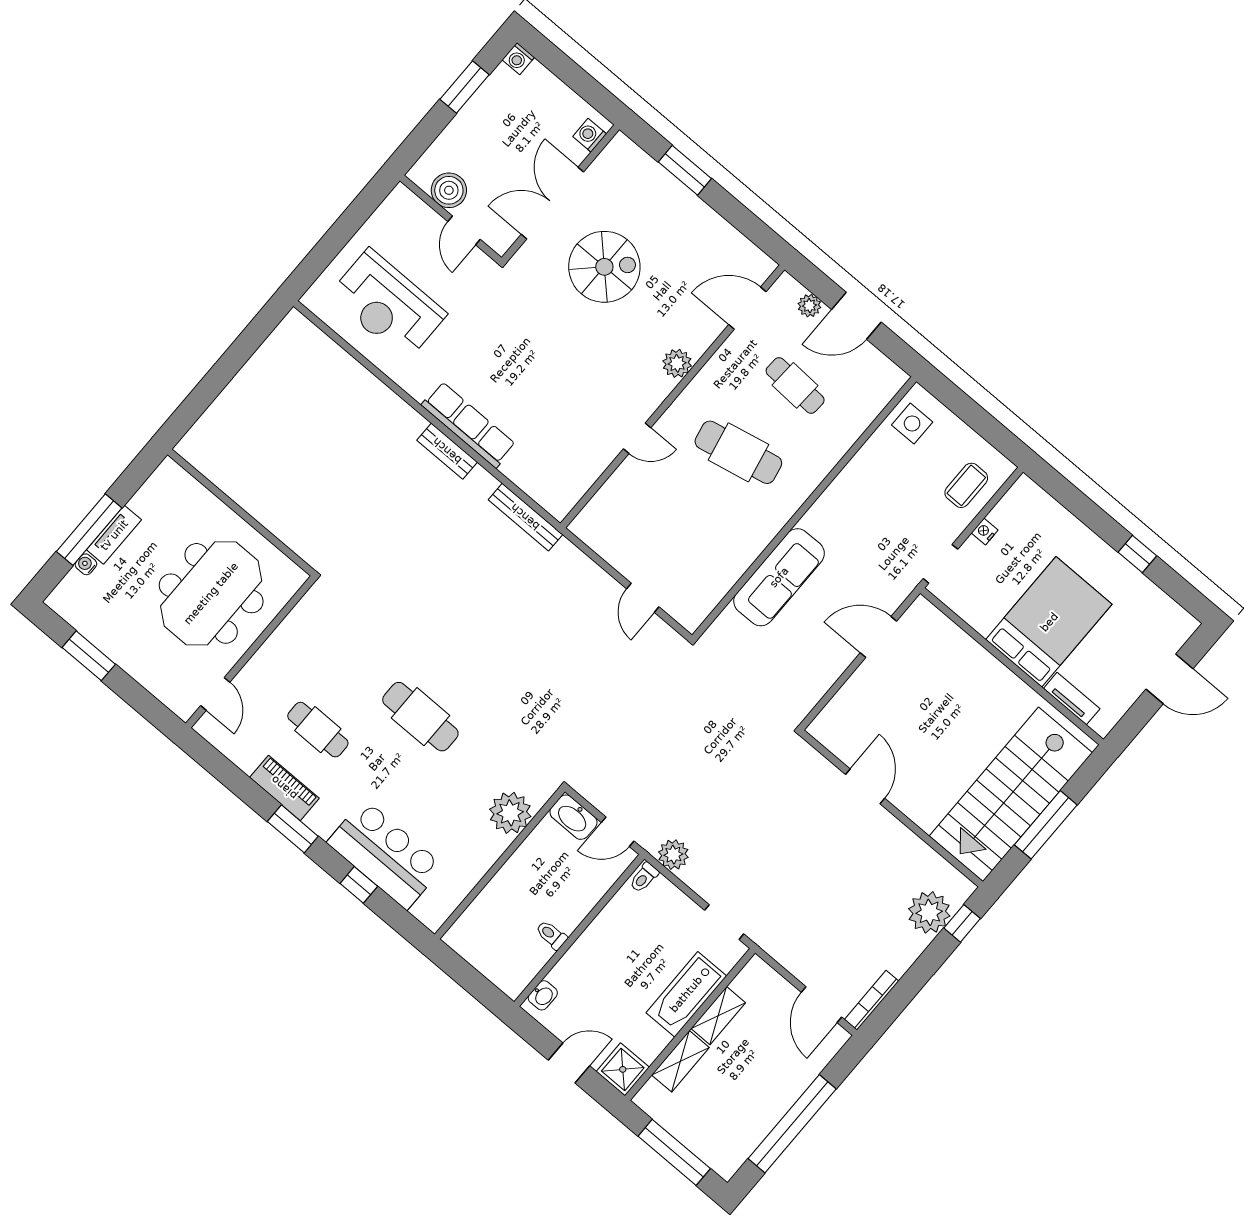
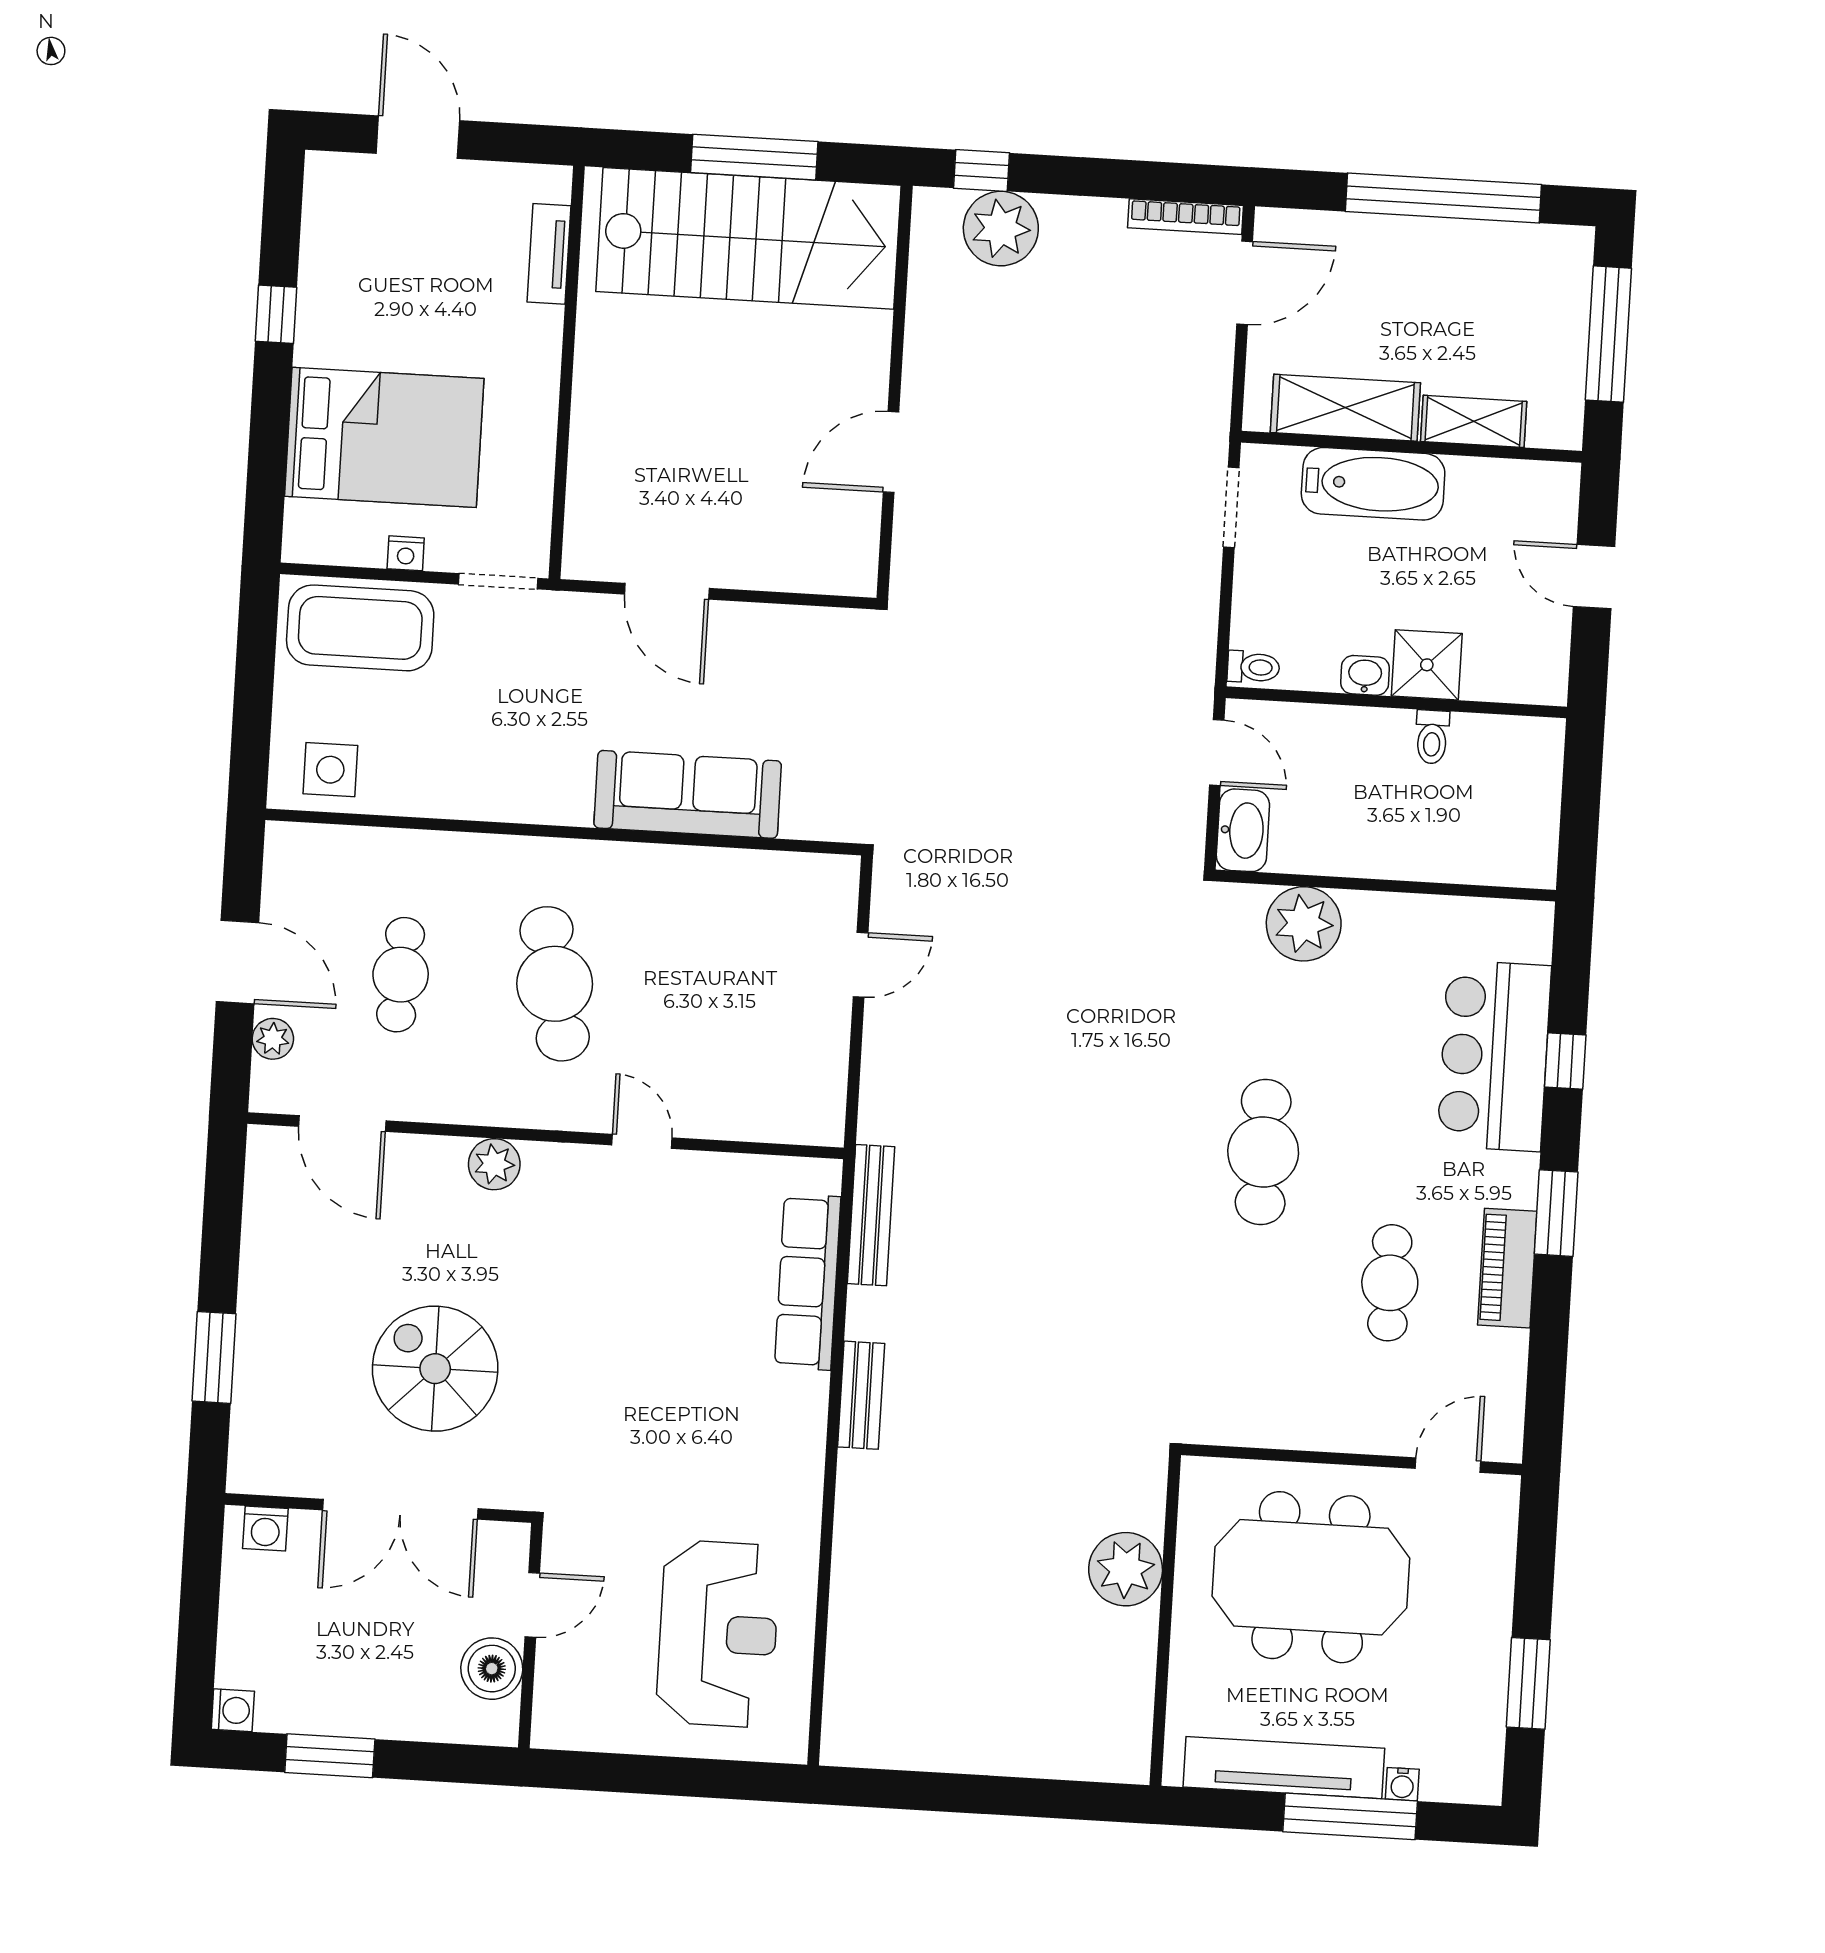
row of seats: (469, 425) -> (808, 1282), moved
coffee table: (966, 485) -> (360, 628), width x1.86, depth x1.72
tv unit: (114, 535) -> (1284, 1768), width x1.92, depth x1.29
bed: (1049, 622) -> (384, 437), moved, turned 180
plant: (673, 855) -> (1126, 1569), moved, width x1.36, depth x1.36
washbasin: (543, 995) -> (1365, 675), moved
shelving: (718, 1016) -> (1345, 408), width x1.50, depth x1.33
shower: (623, 1069) -> (1427, 665), moved

